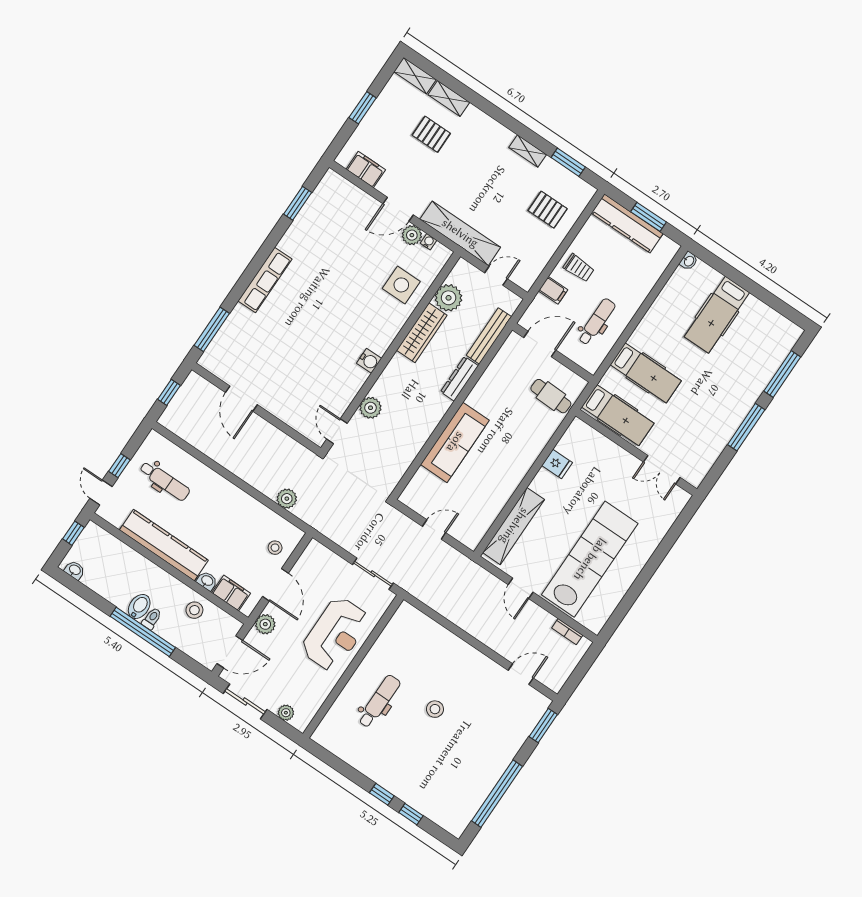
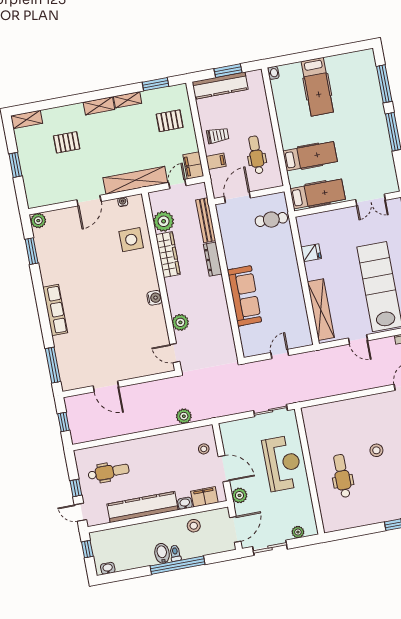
shelving: (449, 98) -> (99, 106), moved
filing cabinet: (366, 170) -> (193, 165), moved, turned -90
plant: (412, 235) -> (38, 221), moved

